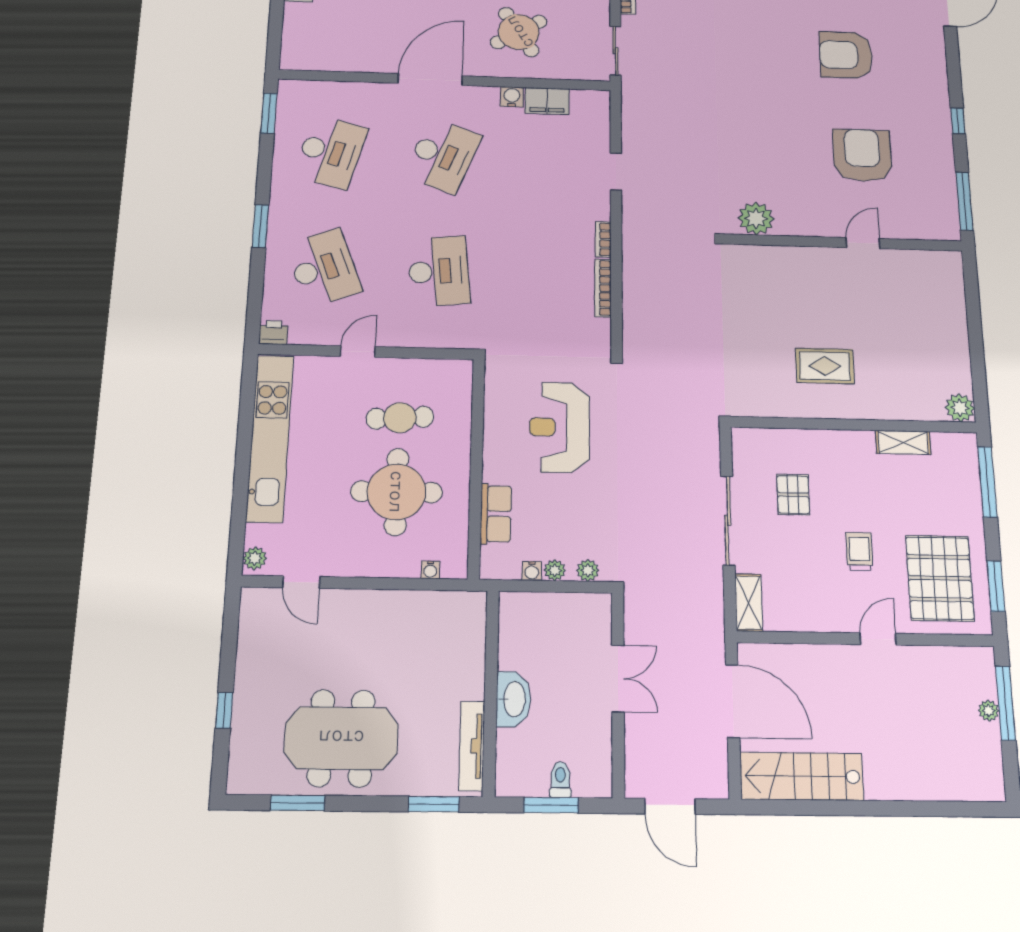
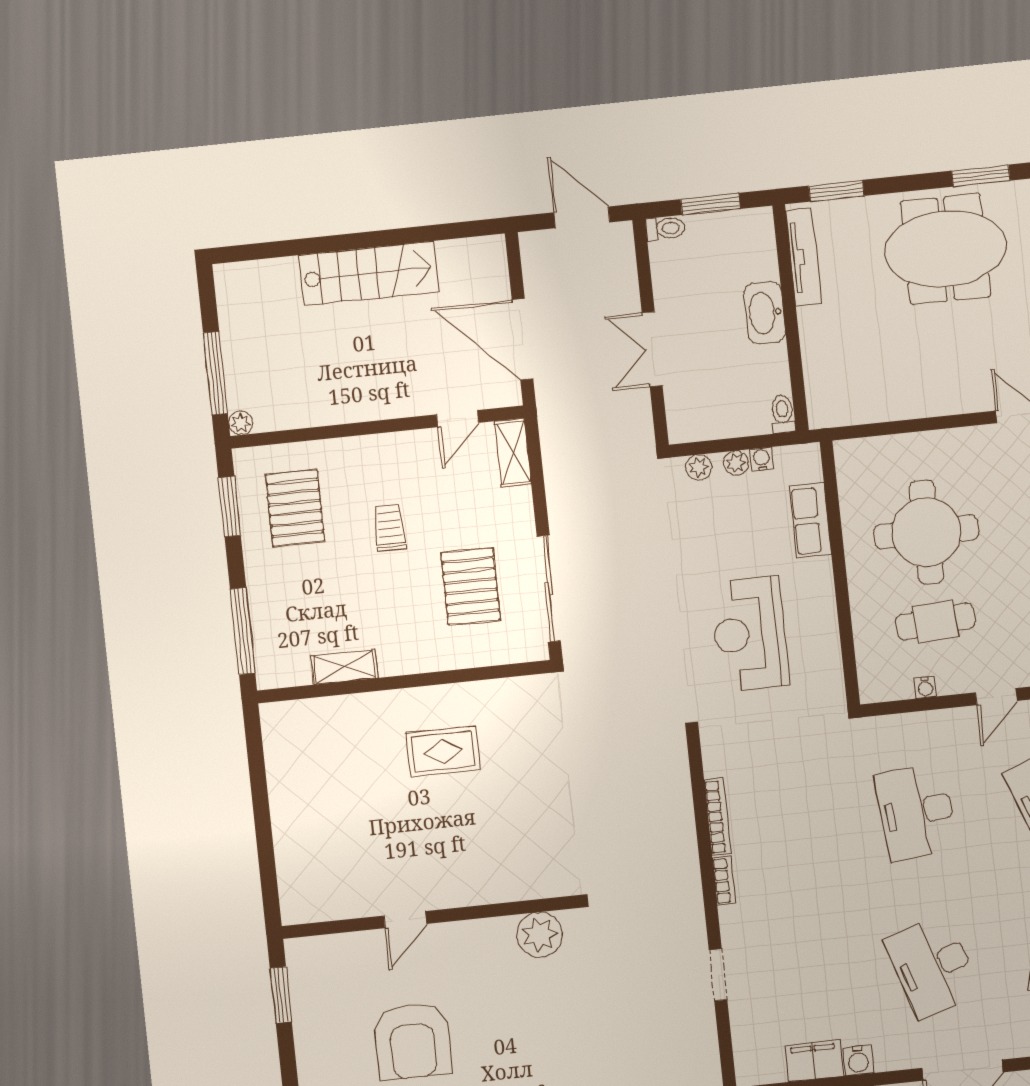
desk: (443, 156) -> (933, 967), turned -39
window: (964, 201) -> (281, 995), width x0.69
plant: (960, 408) -> (278, 719), removed
reception desk: (560, 427) -> (750, 634), turned 180
pallet: (793, 495) -> (471, 586), width x1.50, depth x1.42
sliding door: (728, 520) -> (549, 589), moved
trolley: (859, 552) -> (390, 528), turned 180
water cooler: (430, 570) -> (925, 687), moved, turned 180
pallet: (940, 578) -> (295, 508), width x0.73, depth x0.71
toilet: (509, 608) -> (783, 414), added
door: (878, 639) -> (458, 419), moved
plant: (989, 711) -> (241, 423), moved
stairs: (802, 776) -> (369, 273), moved
toilet: (560, 780) -> (665, 229), moved, turned -90

